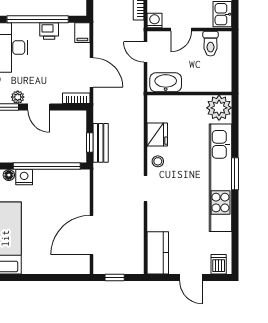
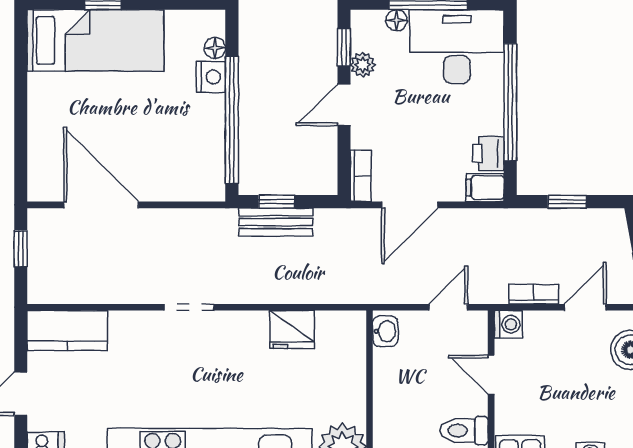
printer: (49, 31) -> (488, 153), moved
washbasin: (166, 82) -> (385, 331), width x0.52, depth x0.69
stool: (158, 161) -> (241, 331), removed

